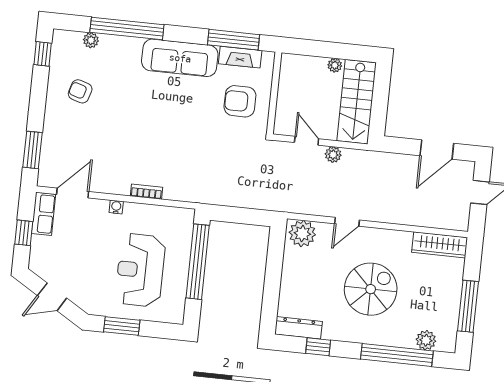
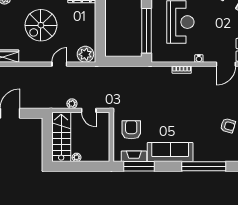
plant: (91, 40) -> (225, 157), removed
armchair: (240, 101) -> (131, 130), turned -90

